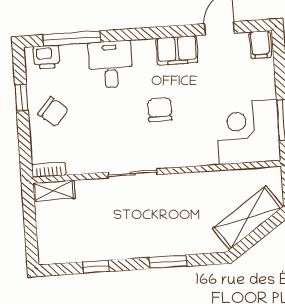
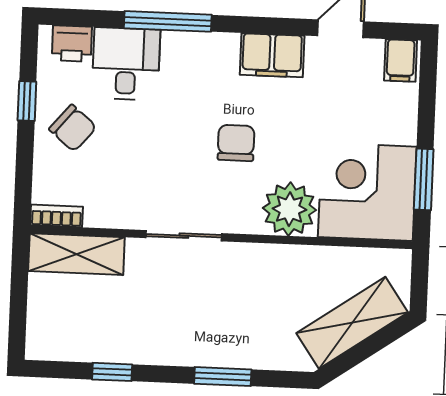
window: (72, 38) -> (168, 21), moved
desk: (110, 64) -> (126, 64), moved
plant: (199, 149) -> (289, 209), added
shelving: (54, 191) -> (76, 254), width x1.50, depth x1.33

